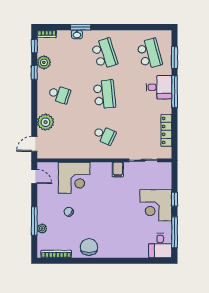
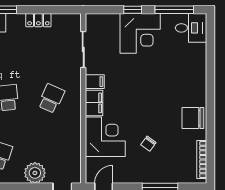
locker: (166, 130) -> (38, 20), width x0.66
filing cabinet: (101, 169) -> (94, 103), added
plant: (42, 228) -> (169, 177), removed

